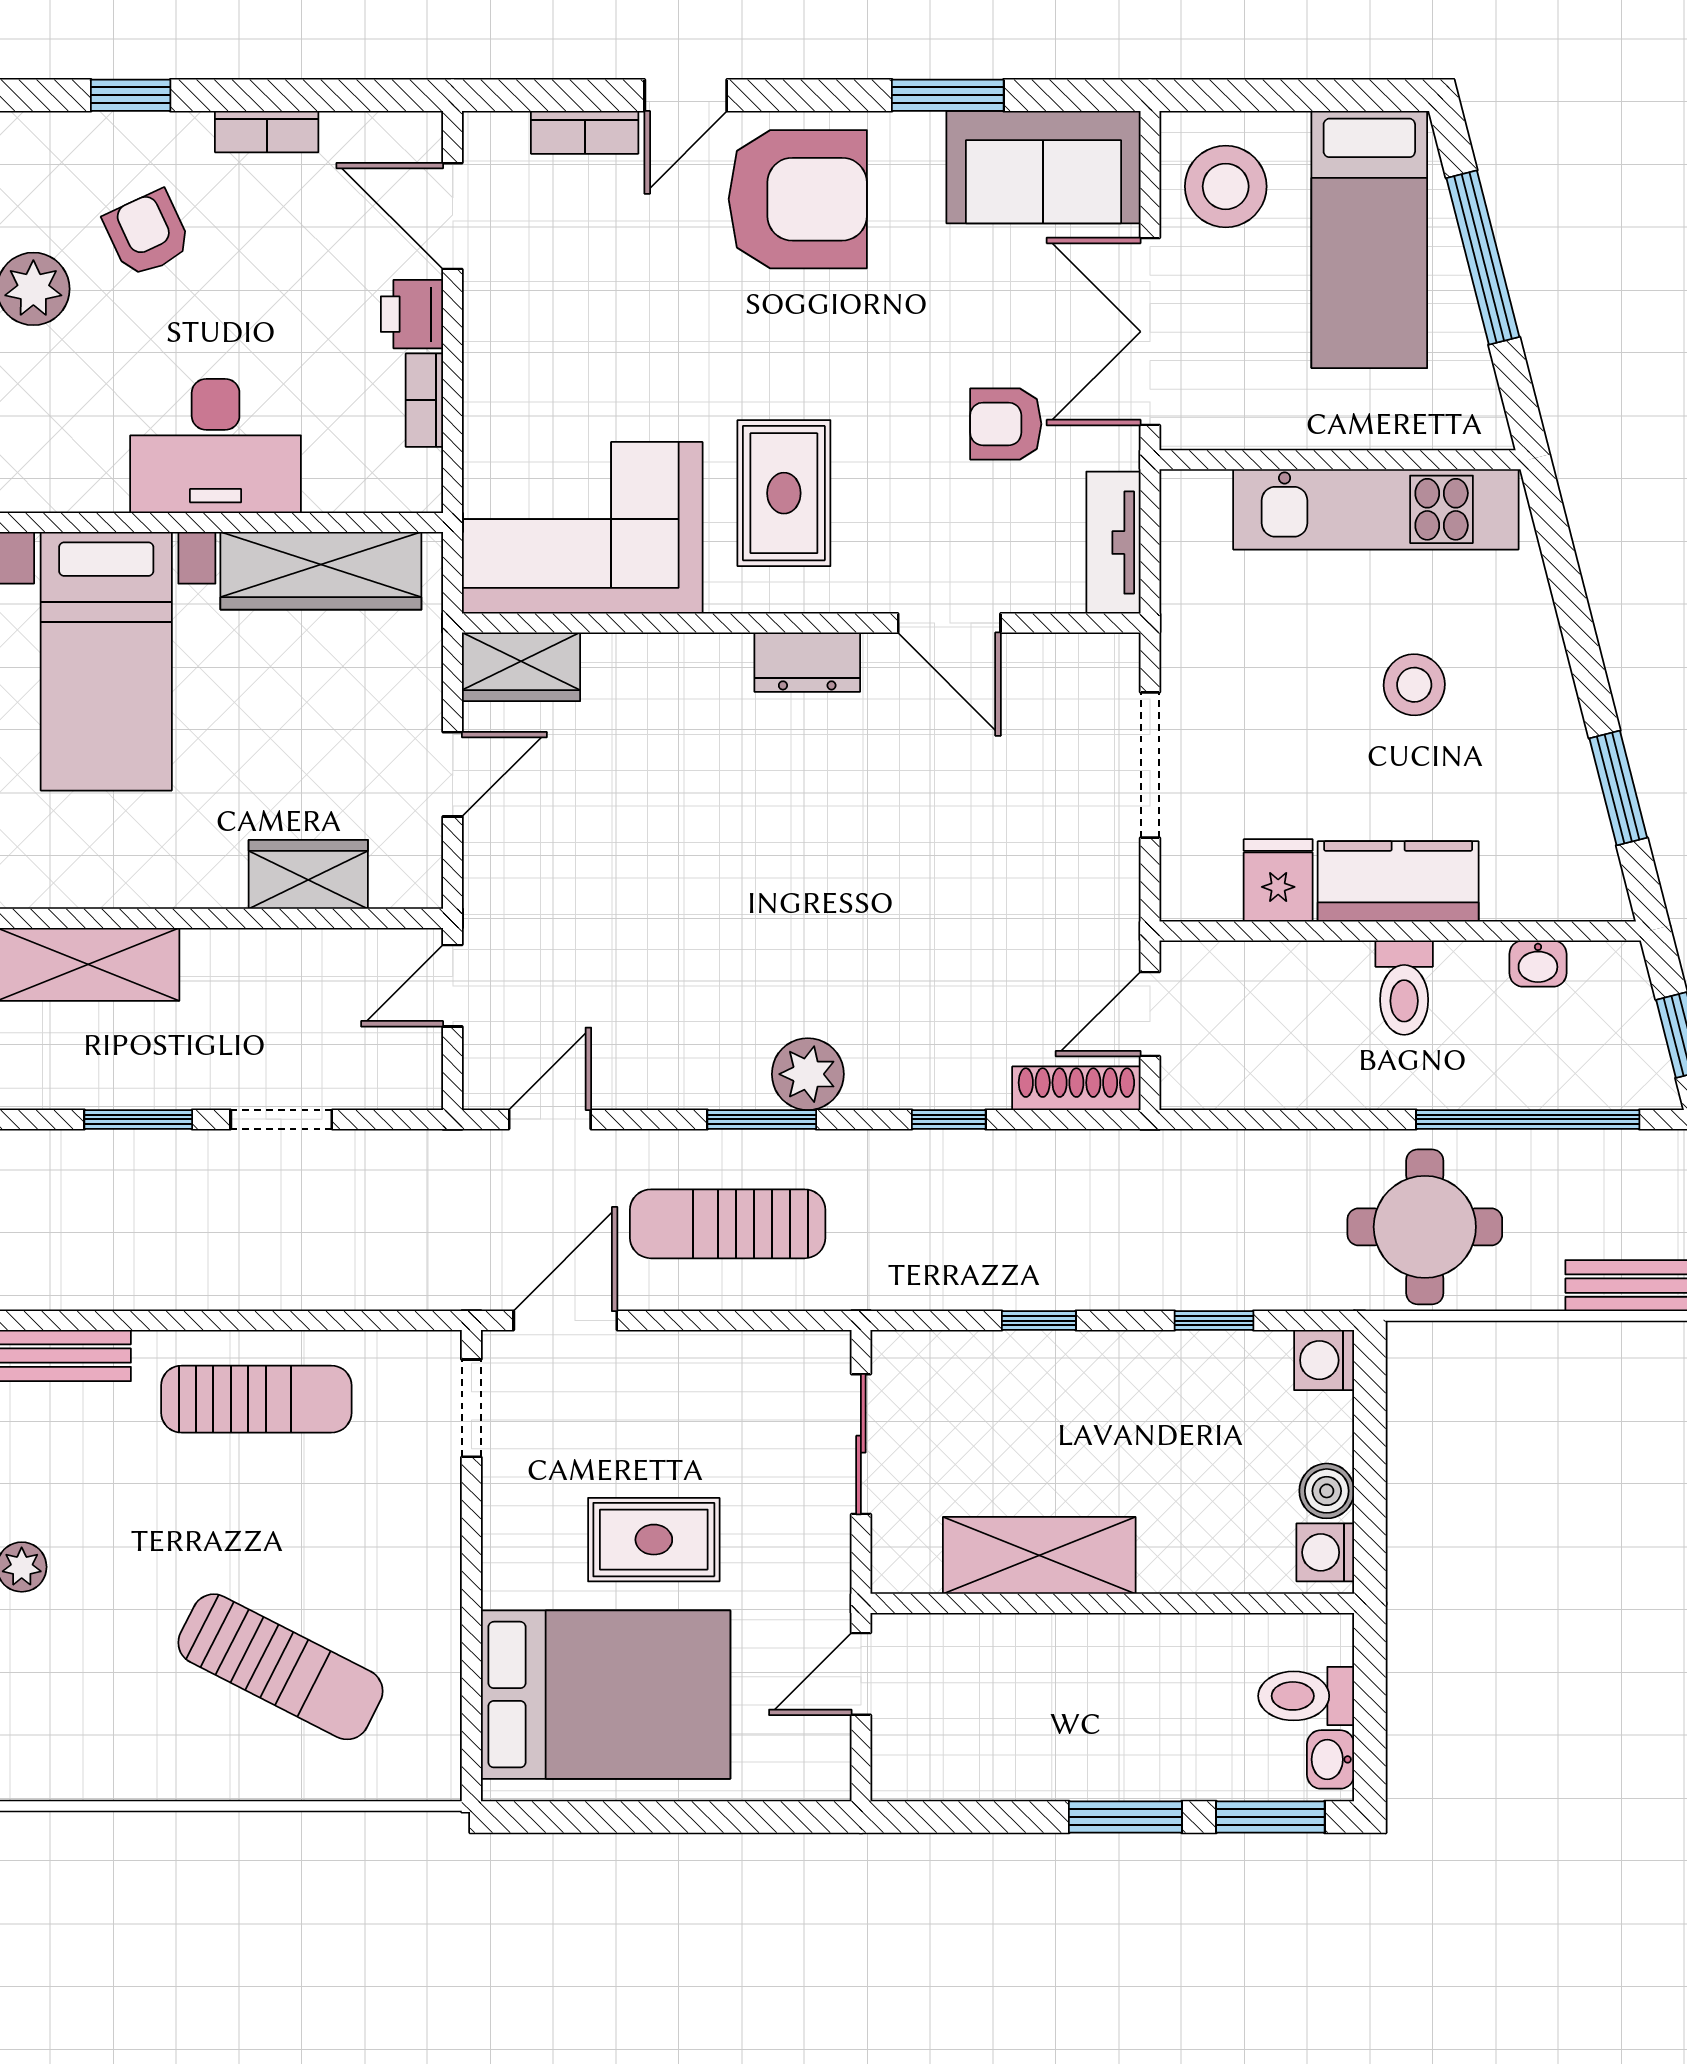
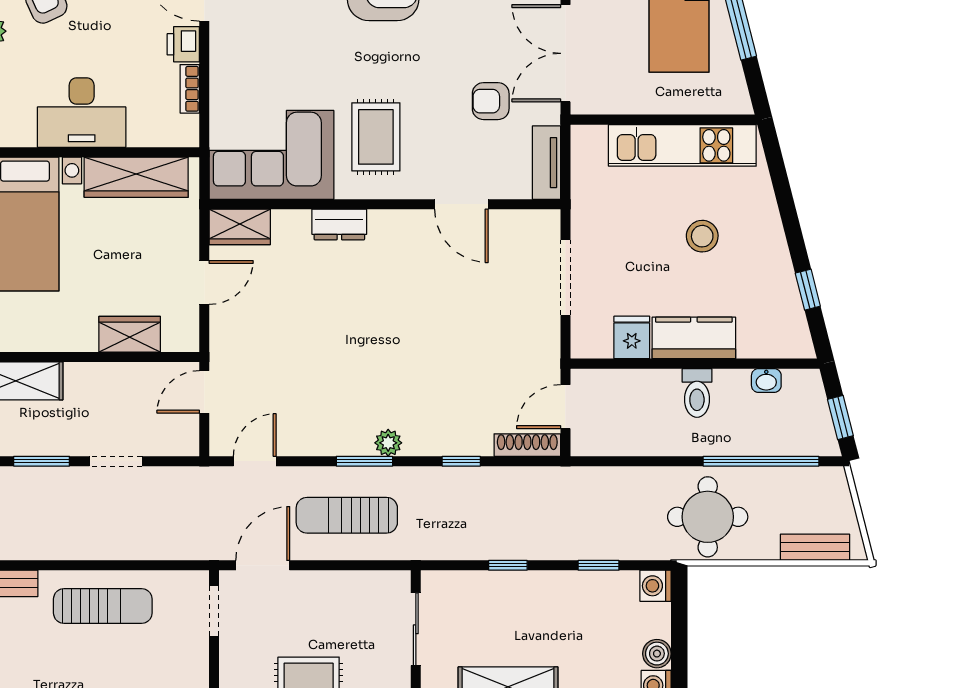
dresser: (807, 662) -> (339, 224), moved
window: (1618, 788) -> (808, 290), width x0.67
plant: (808, 1074) -> (388, 443), width x0.73, depth x0.73

